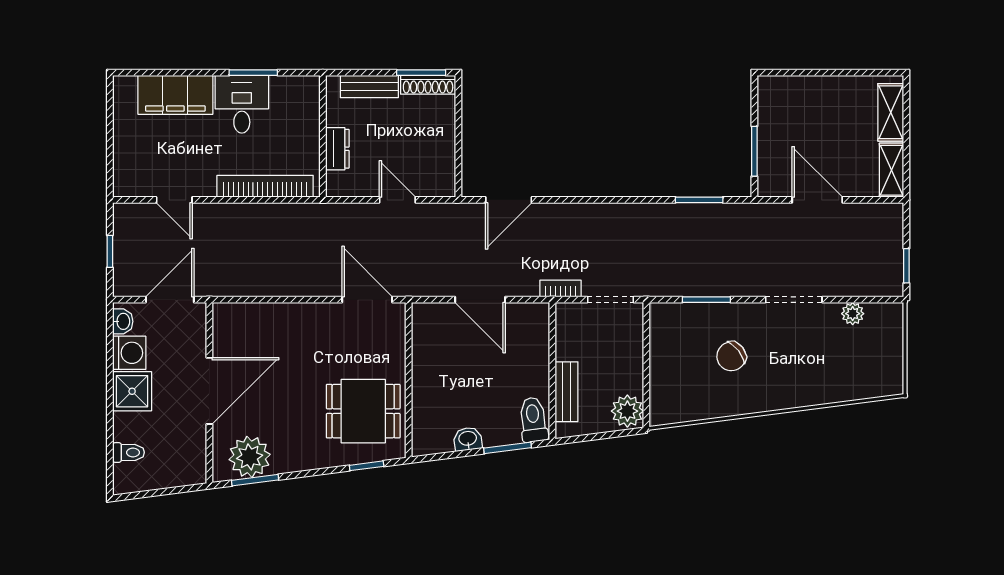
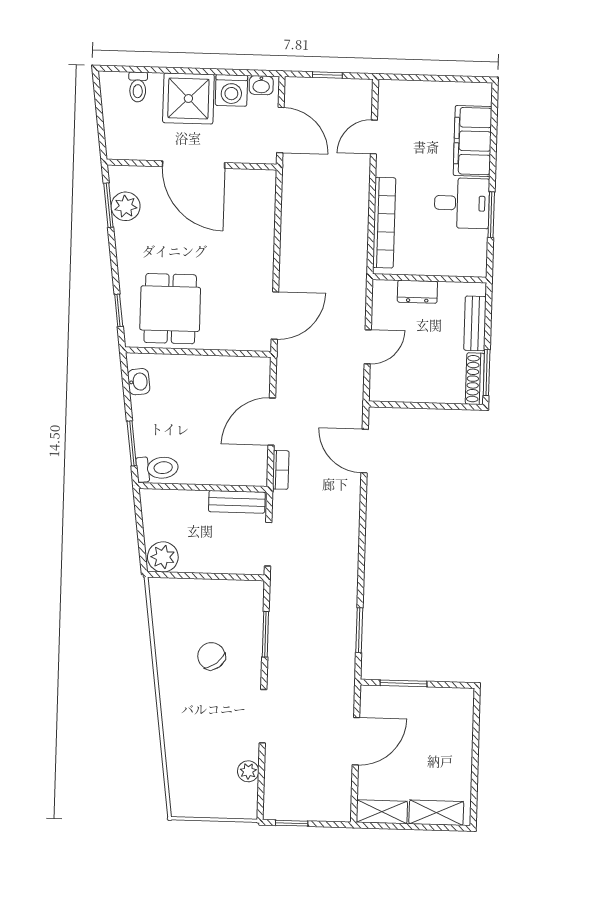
bookcase: (560, 288) -> (281, 470), moved
shower: (132, 391) -> (188, 99), width x1.36, depth x1.36
bench: (567, 392) -> (237, 502), moved
washbasin: (468, 439) -> (139, 382), moved
plant: (250, 457) -> (126, 206), width x0.73, depth x0.73

